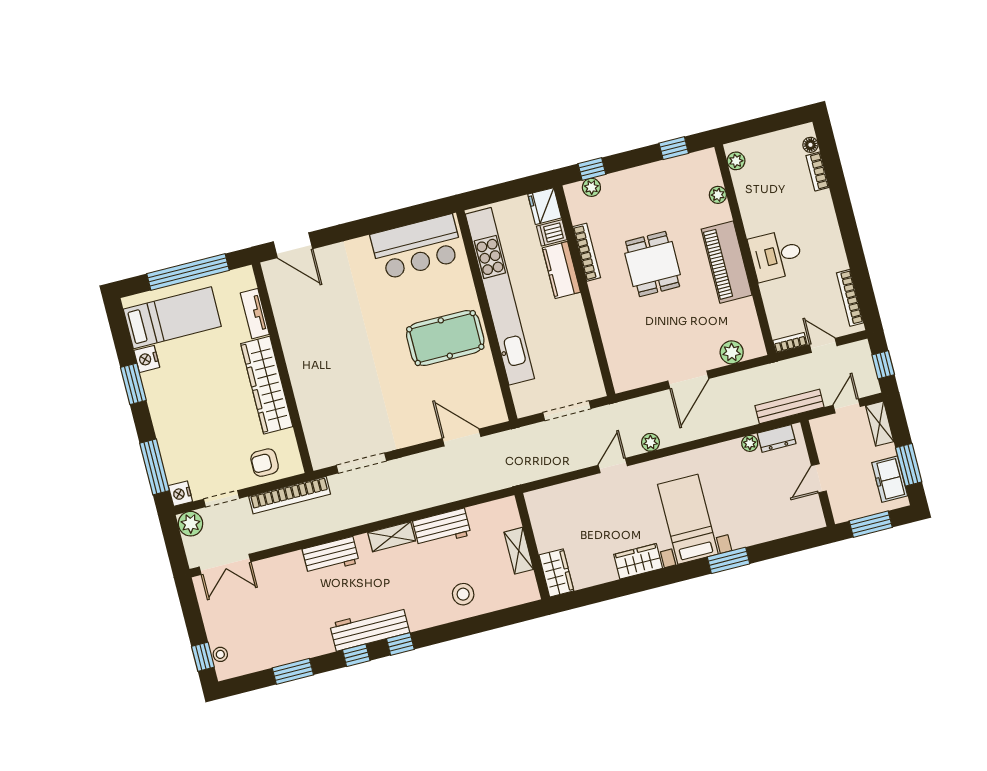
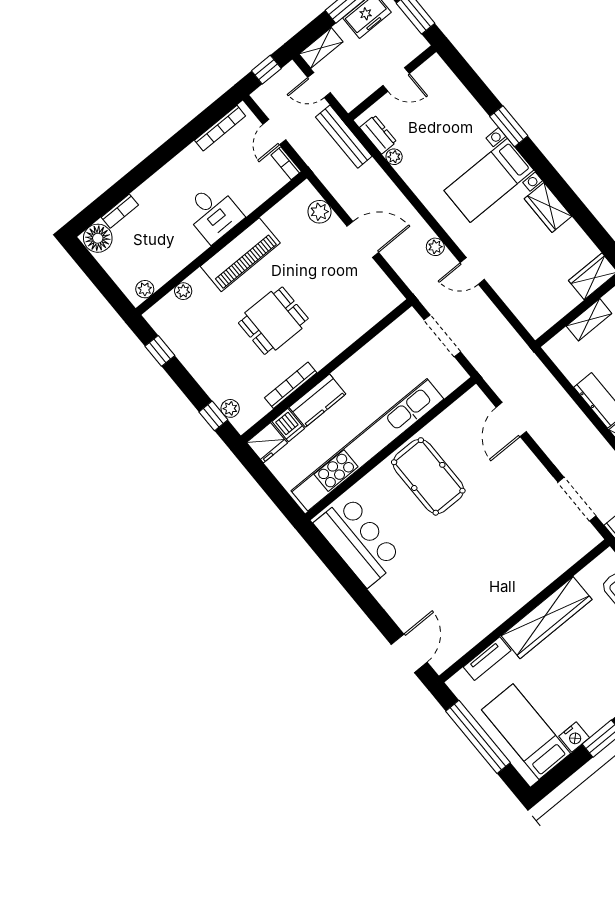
floor lamp: (810, 145) -> (98, 238), width x1.89, depth x1.89

